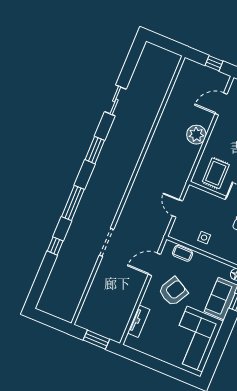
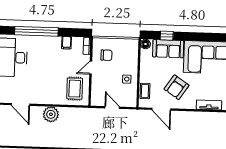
rug: (216, 173) -> (75, 89), turned 90
door: (178, 208) -> (112, 108), swing flipped
armchair: (173, 291) -> (177, 87), turned -85

